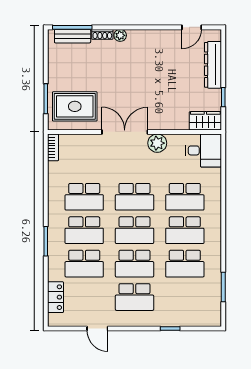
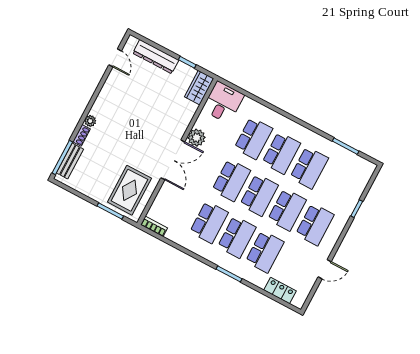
double door: (125, 132) -> (173, 160), swing flipped

